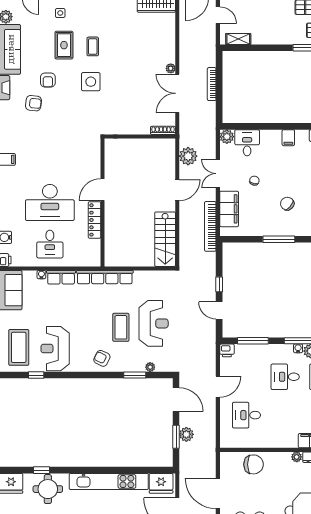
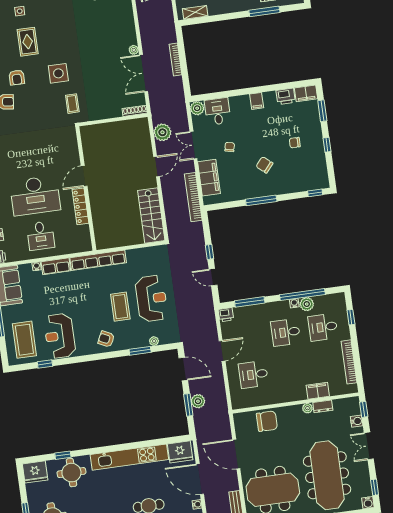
coffee table: (93, 46) -> (72, 104), moved

